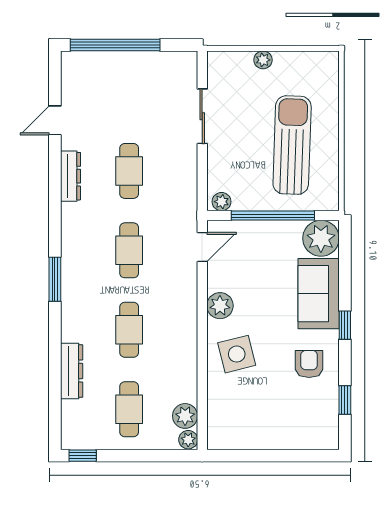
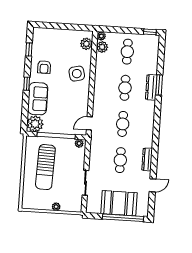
booth: (126, 77) -> (119, 203), added
window: (55, 279) -> (159, 85), moved
plant: (220, 306) -> (86, 44), moved
dresser: (72, 371) -> (151, 87), moved

